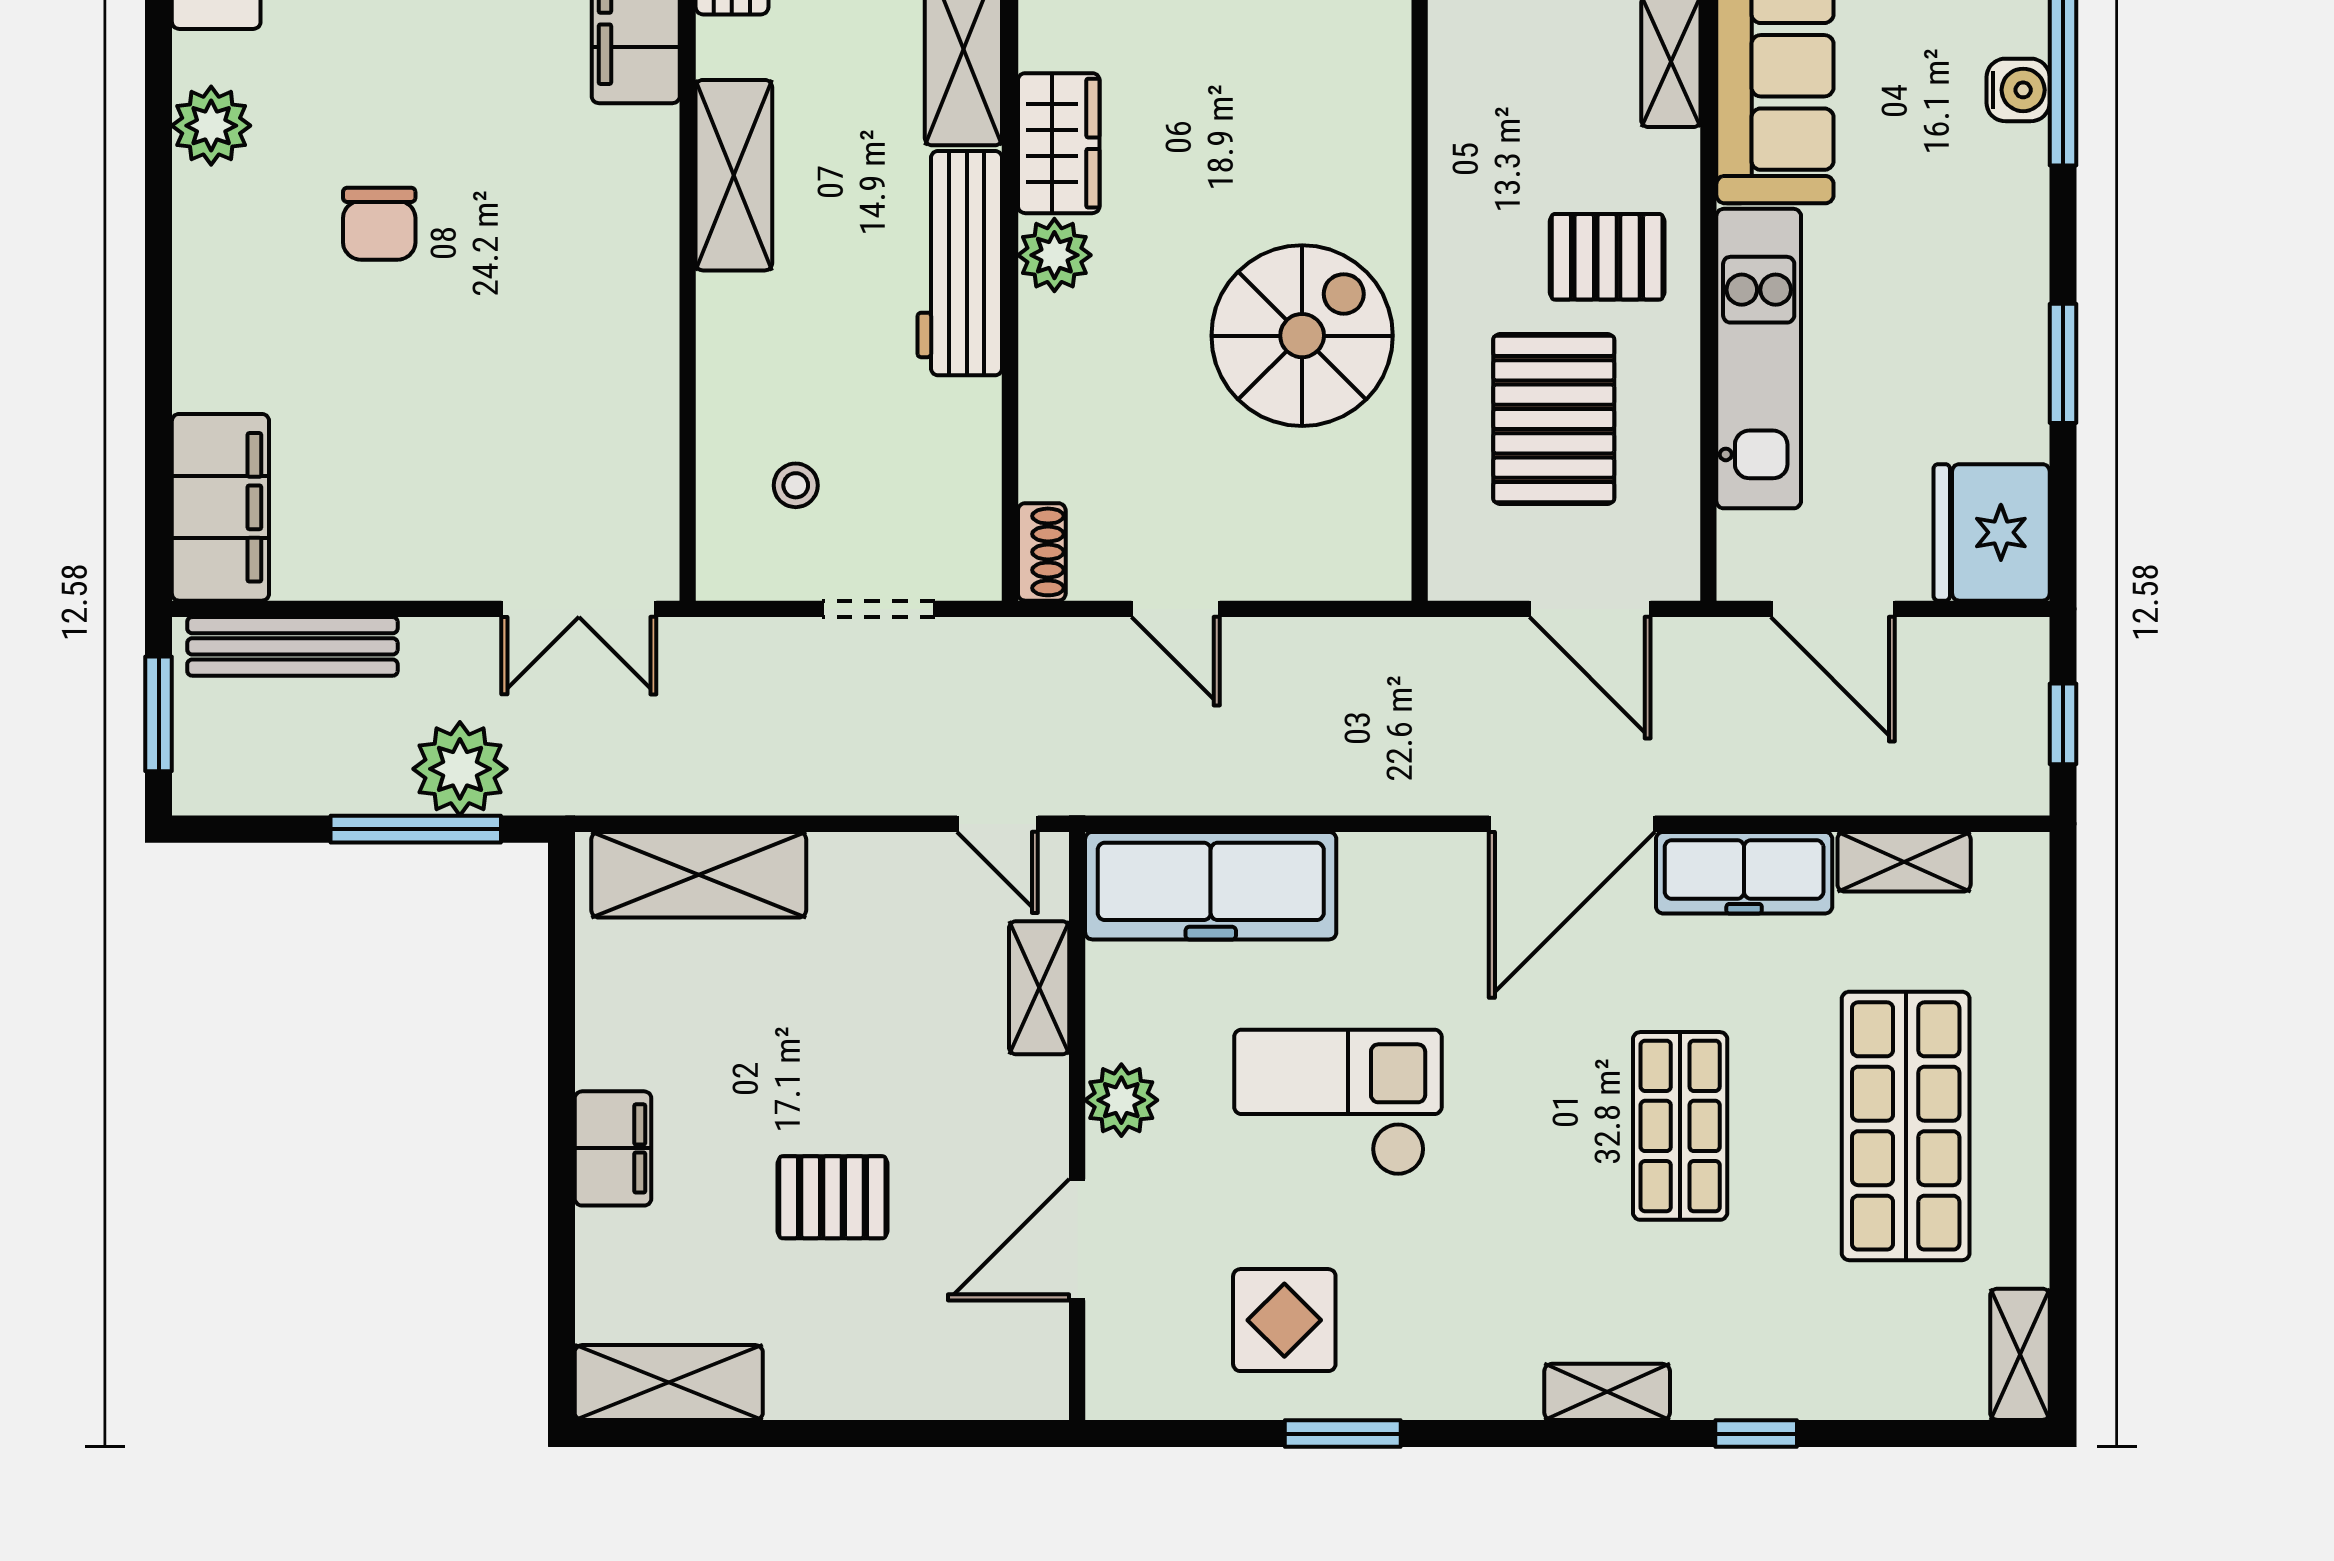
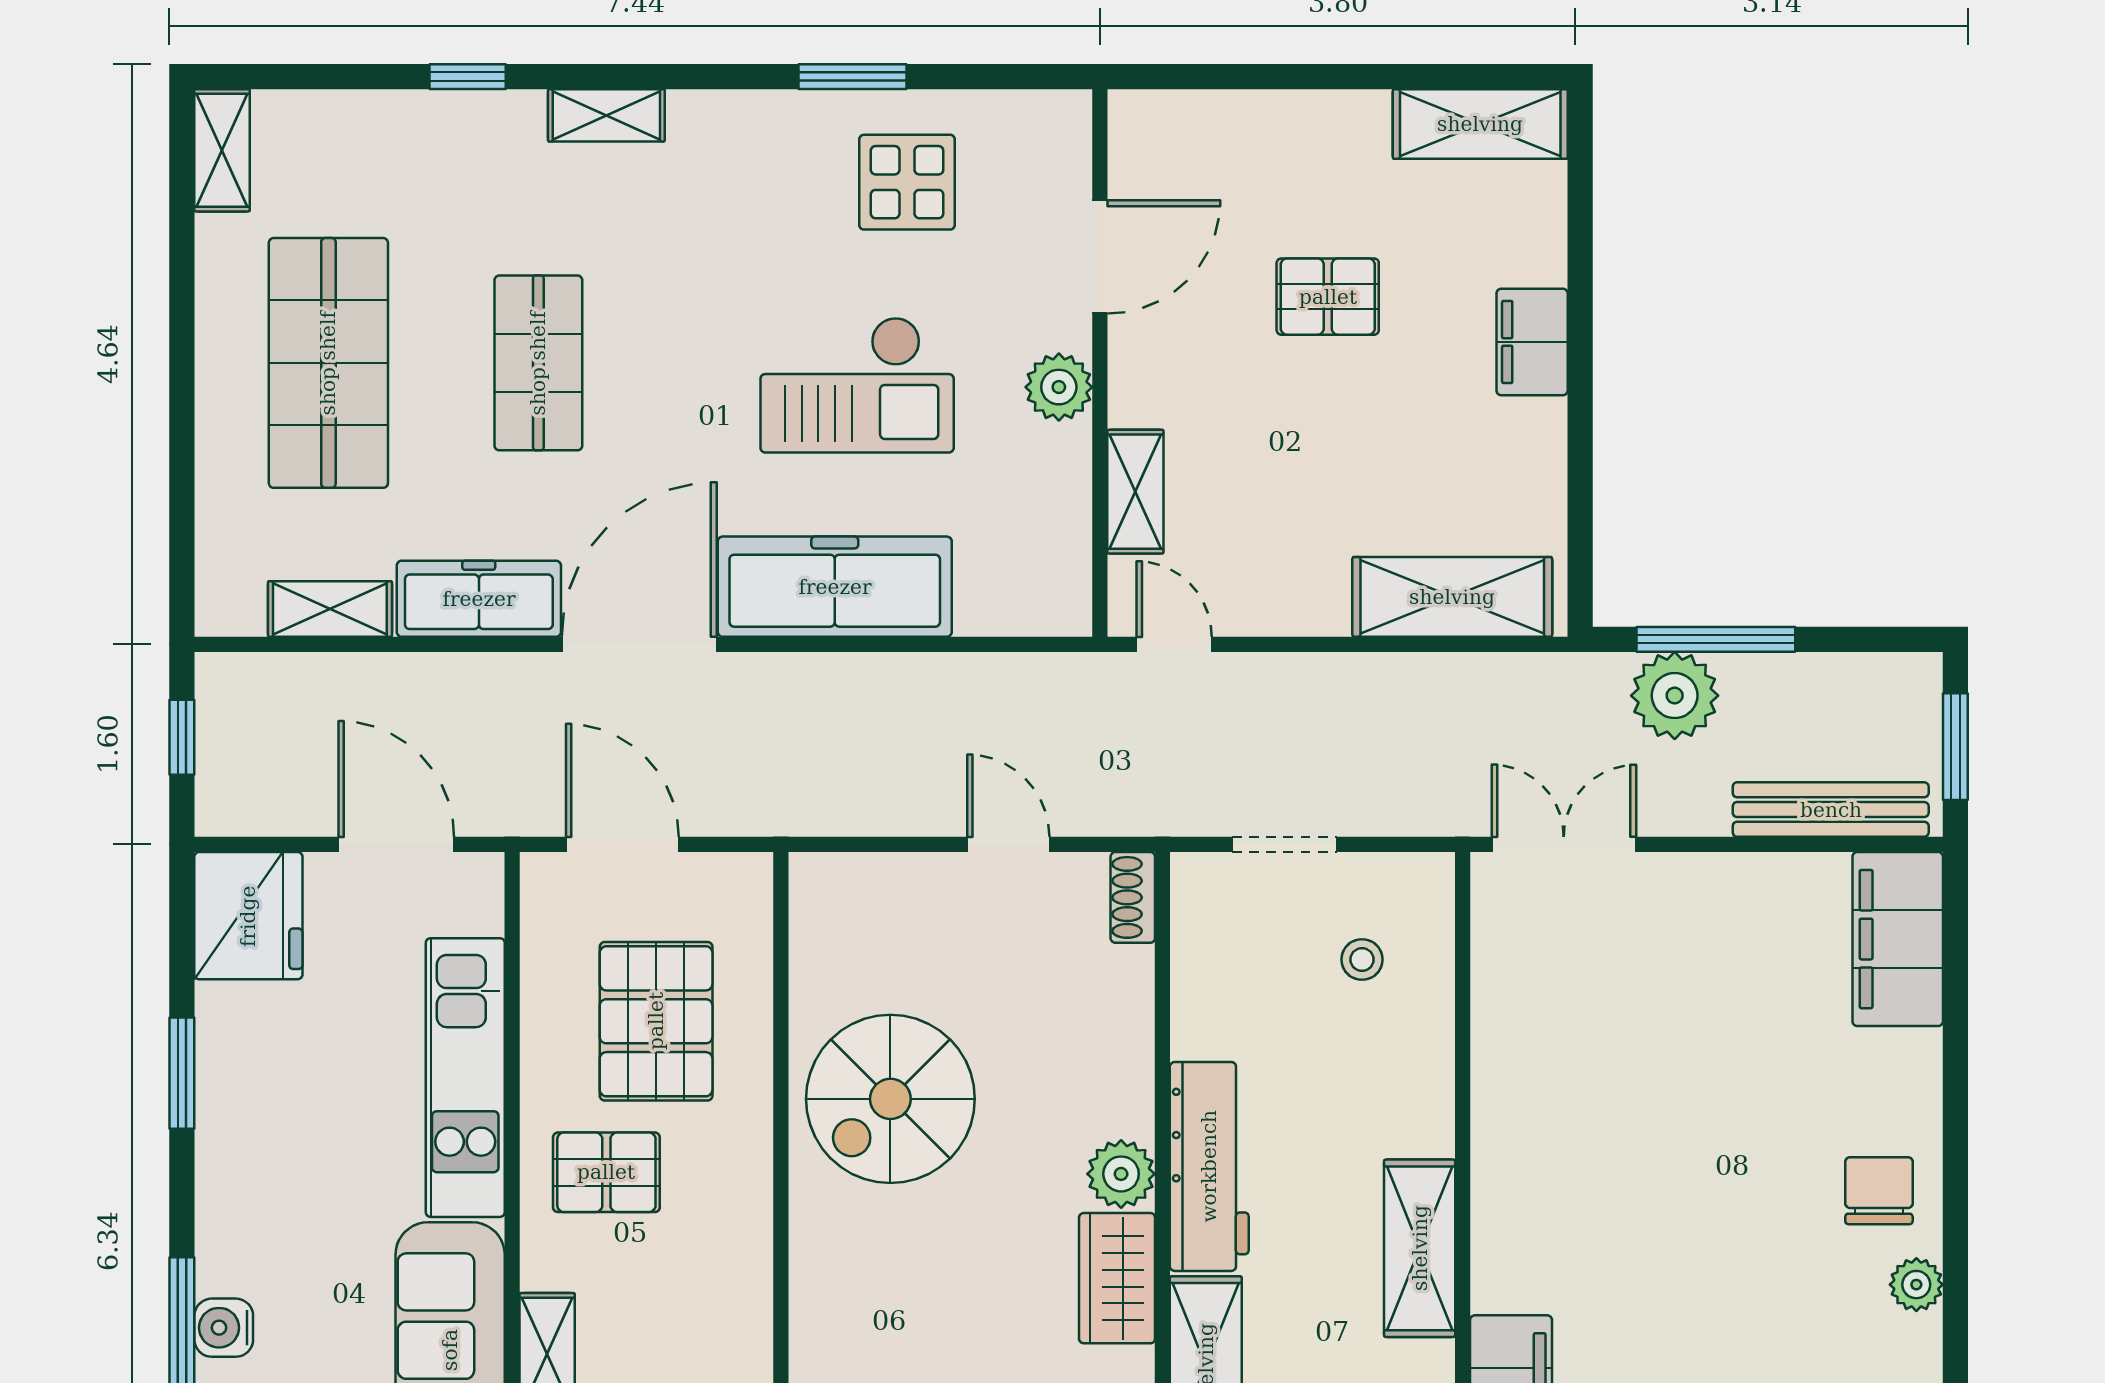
plant: (211, 126) -> (1916, 1285), width x0.73, depth x0.73
chair: (379, 224) -> (1879, 1191), moved
freezer: (1211, 886) -> (835, 587), moved

